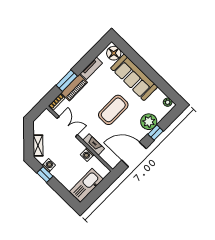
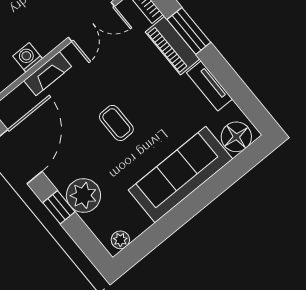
coffee table: (113, 110) -> (116, 123), width x0.54, depth x0.58

